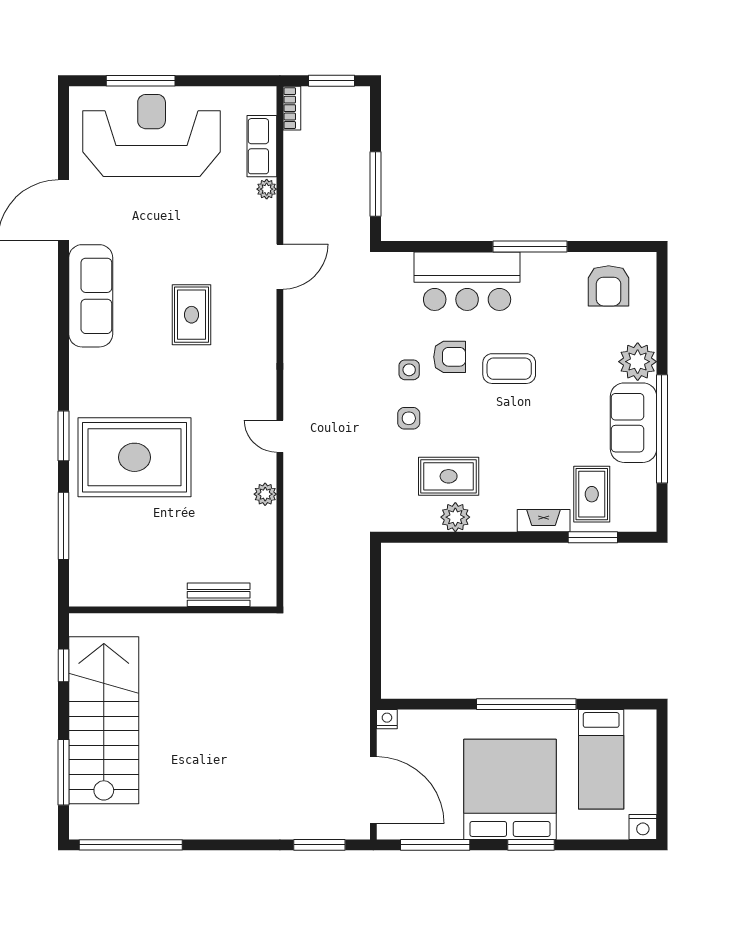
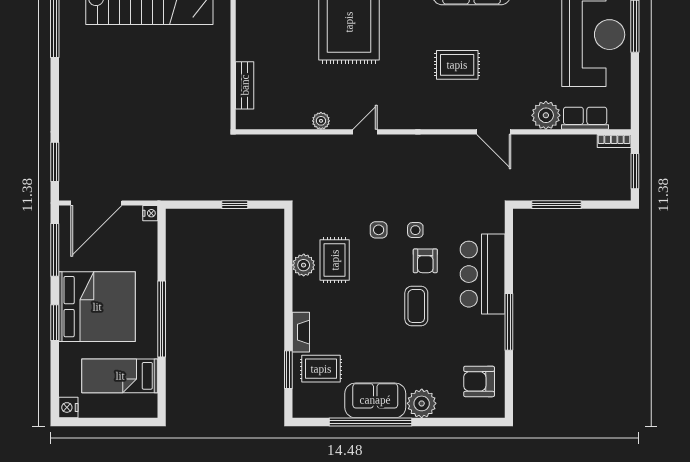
plant: (267, 189) -> (546, 115), width x1.88, depth x1.88
window: (376, 608) -> (235, 205), added

